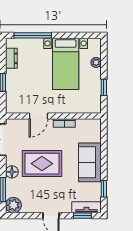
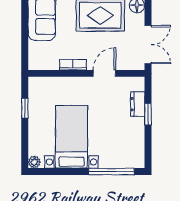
dresser: (11, 58) -> (138, 104), moved
plant: (96, 62) -> (34, 162), moved

